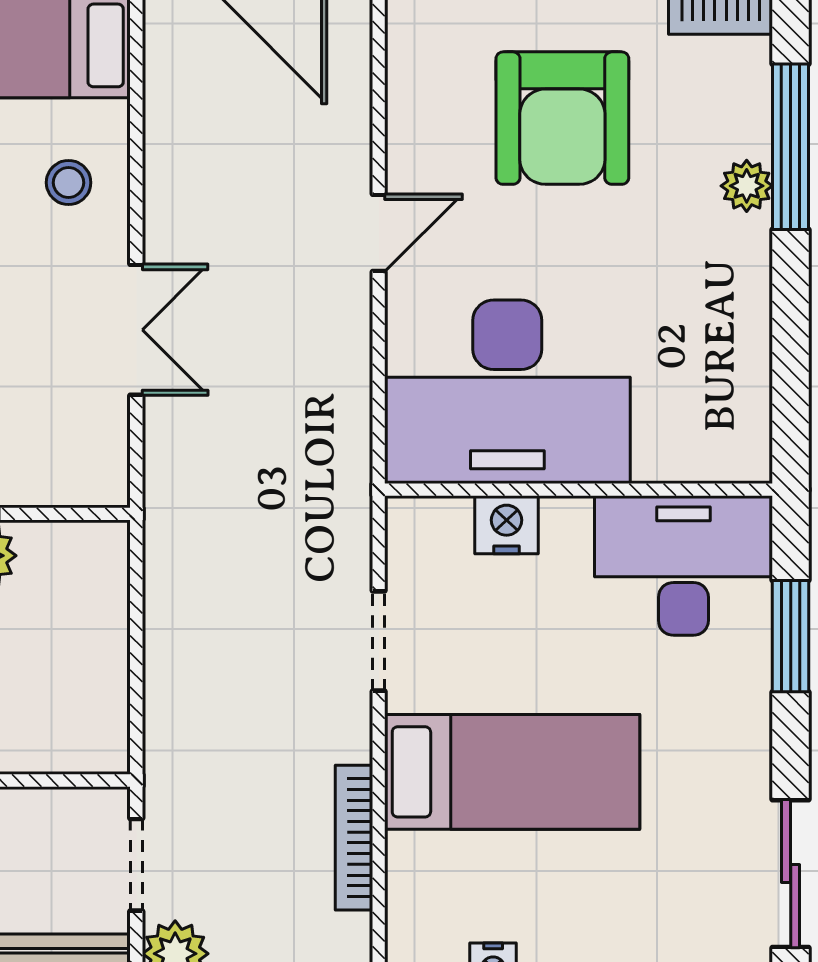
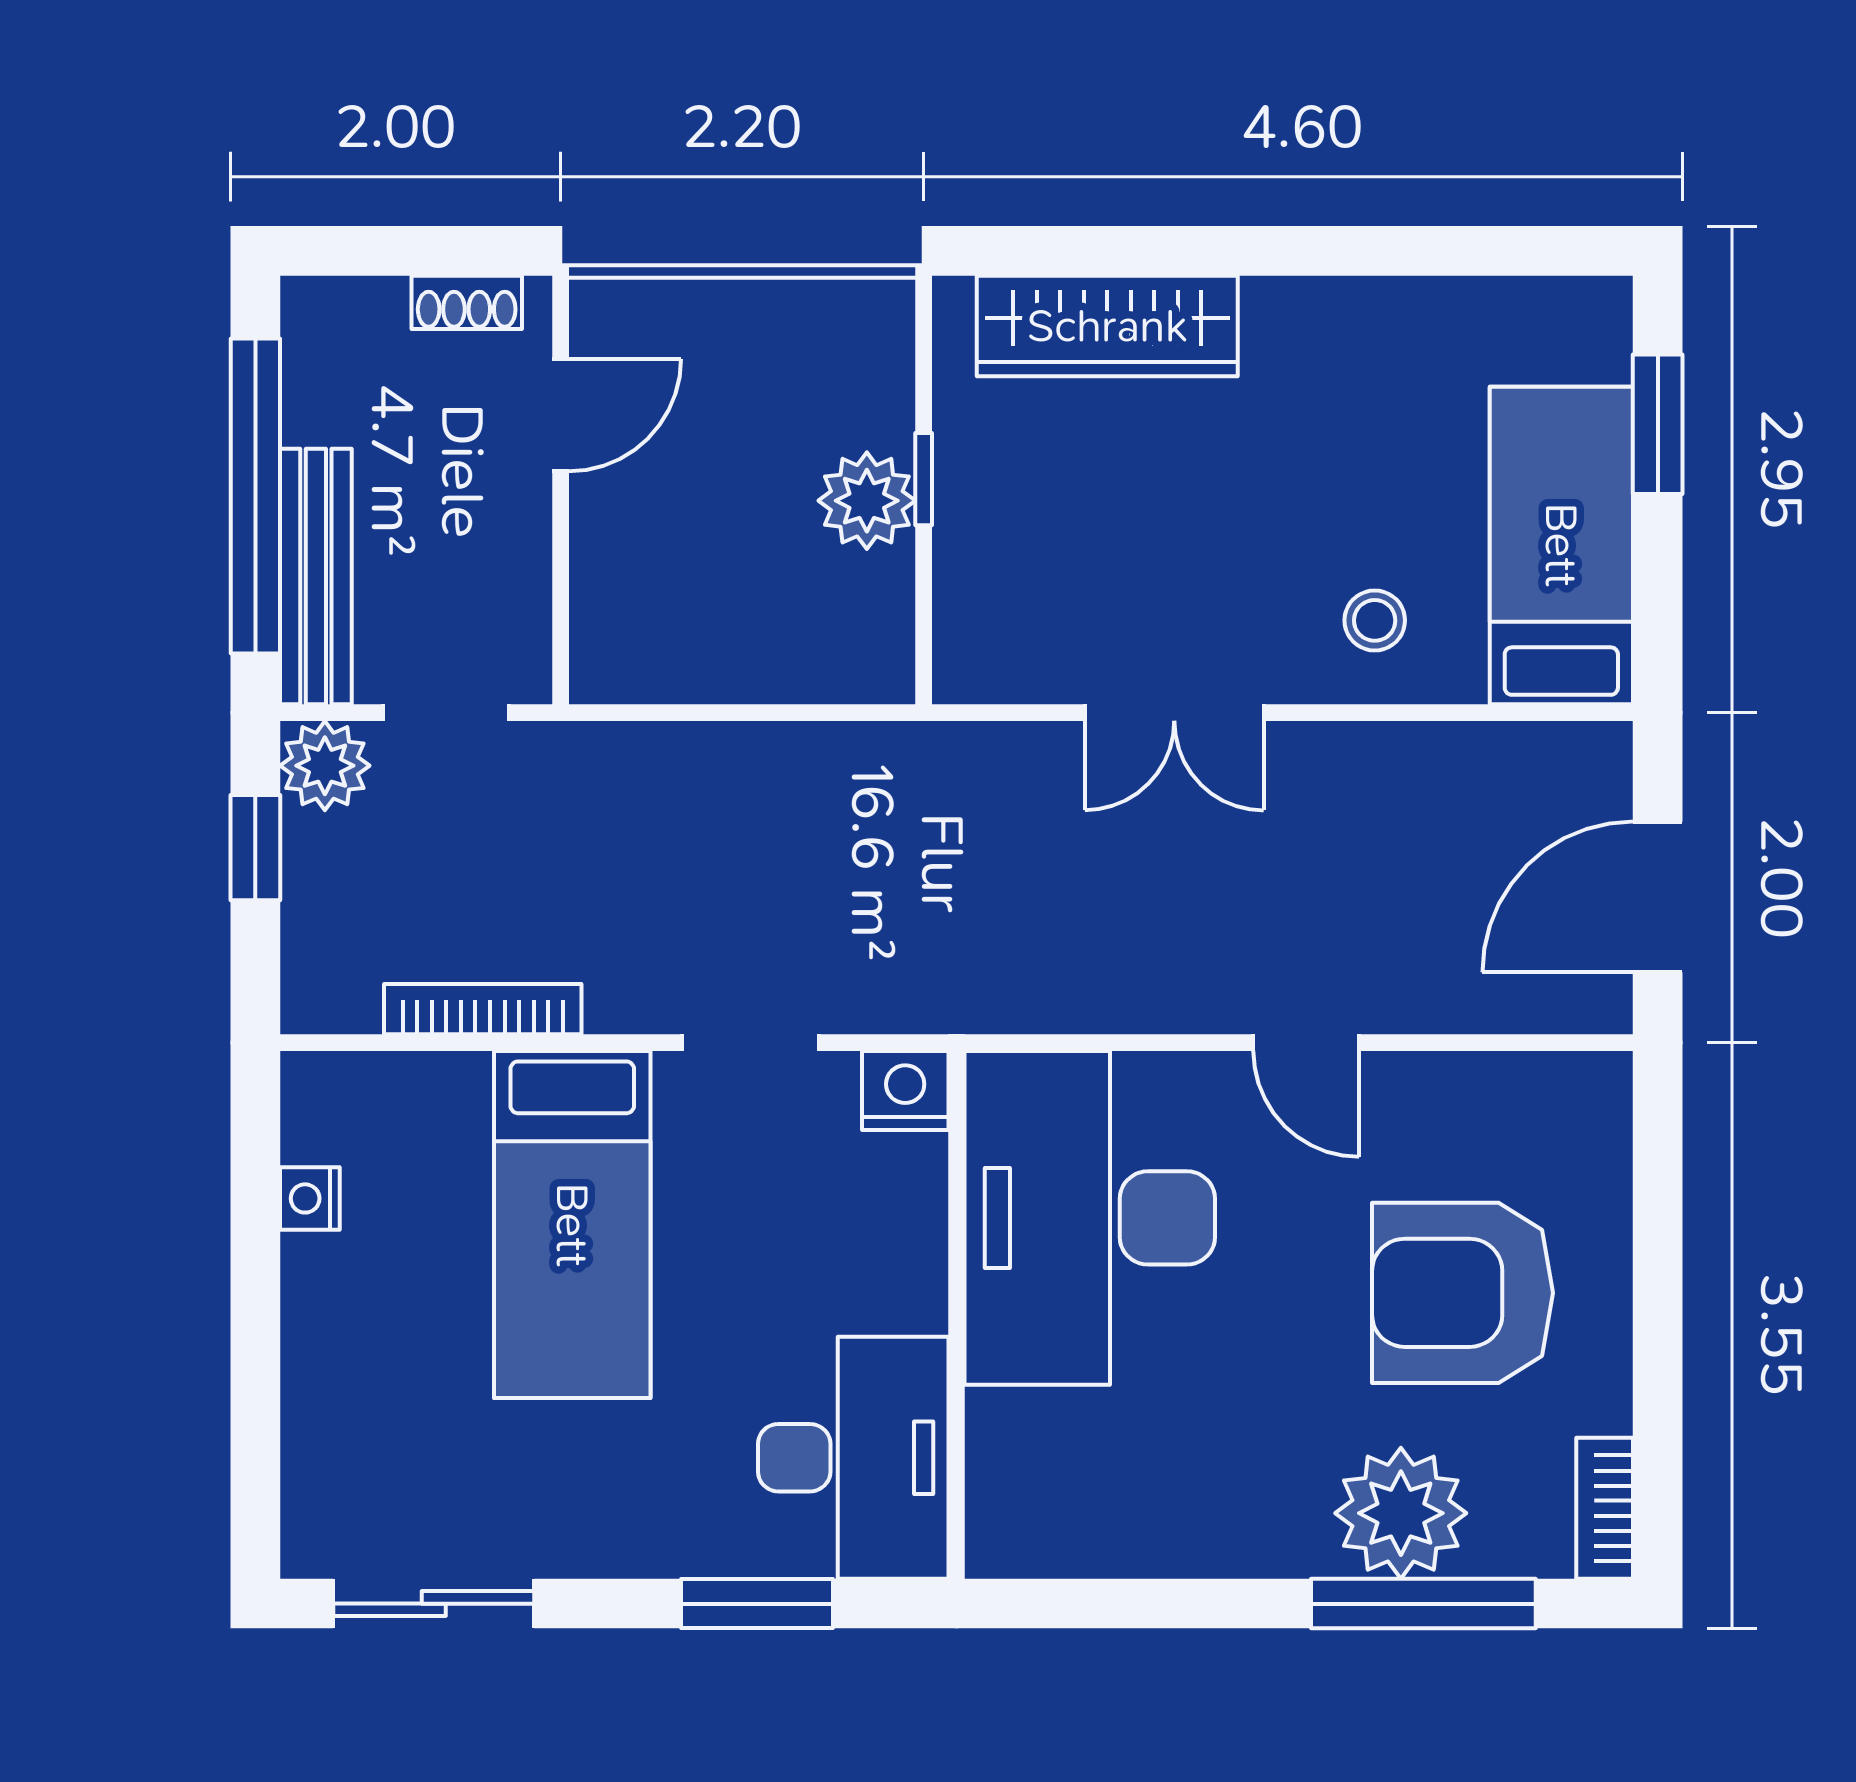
plant: (747, 186) -> (1401, 1513), width x1.87, depth x1.87
nightstand: (506, 525) -> (905, 1090), moved, turned -90

